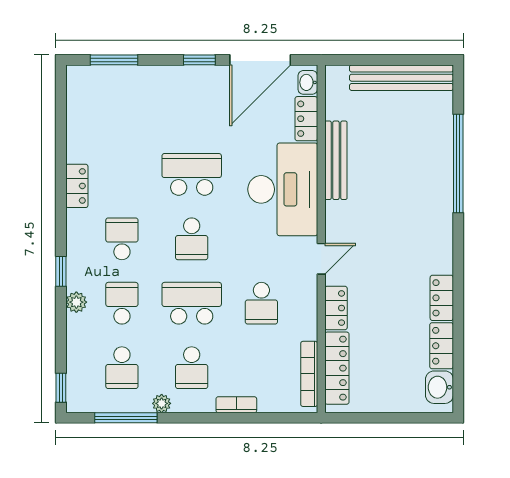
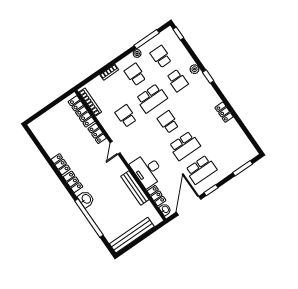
desk: (283, 189) -> (147, 170), width x0.73, depth x0.77
school desk: (122, 239) -> (201, 170), moved, width x1.85
locker: (442, 346) -> (73, 182), moved
washbasin: (439, 387) -> (86, 199), moved

